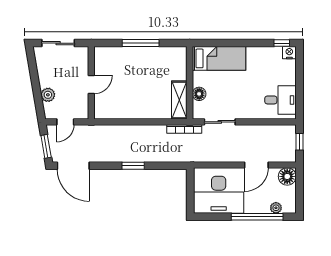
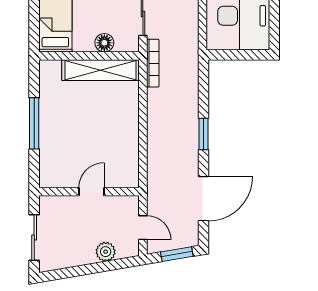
door: (91, 85) -> (91, 192), hinge flipped
shelving: (179, 100) -> (101, 70), width x1.47
door: (73, 166) -> (203, 199), moved

